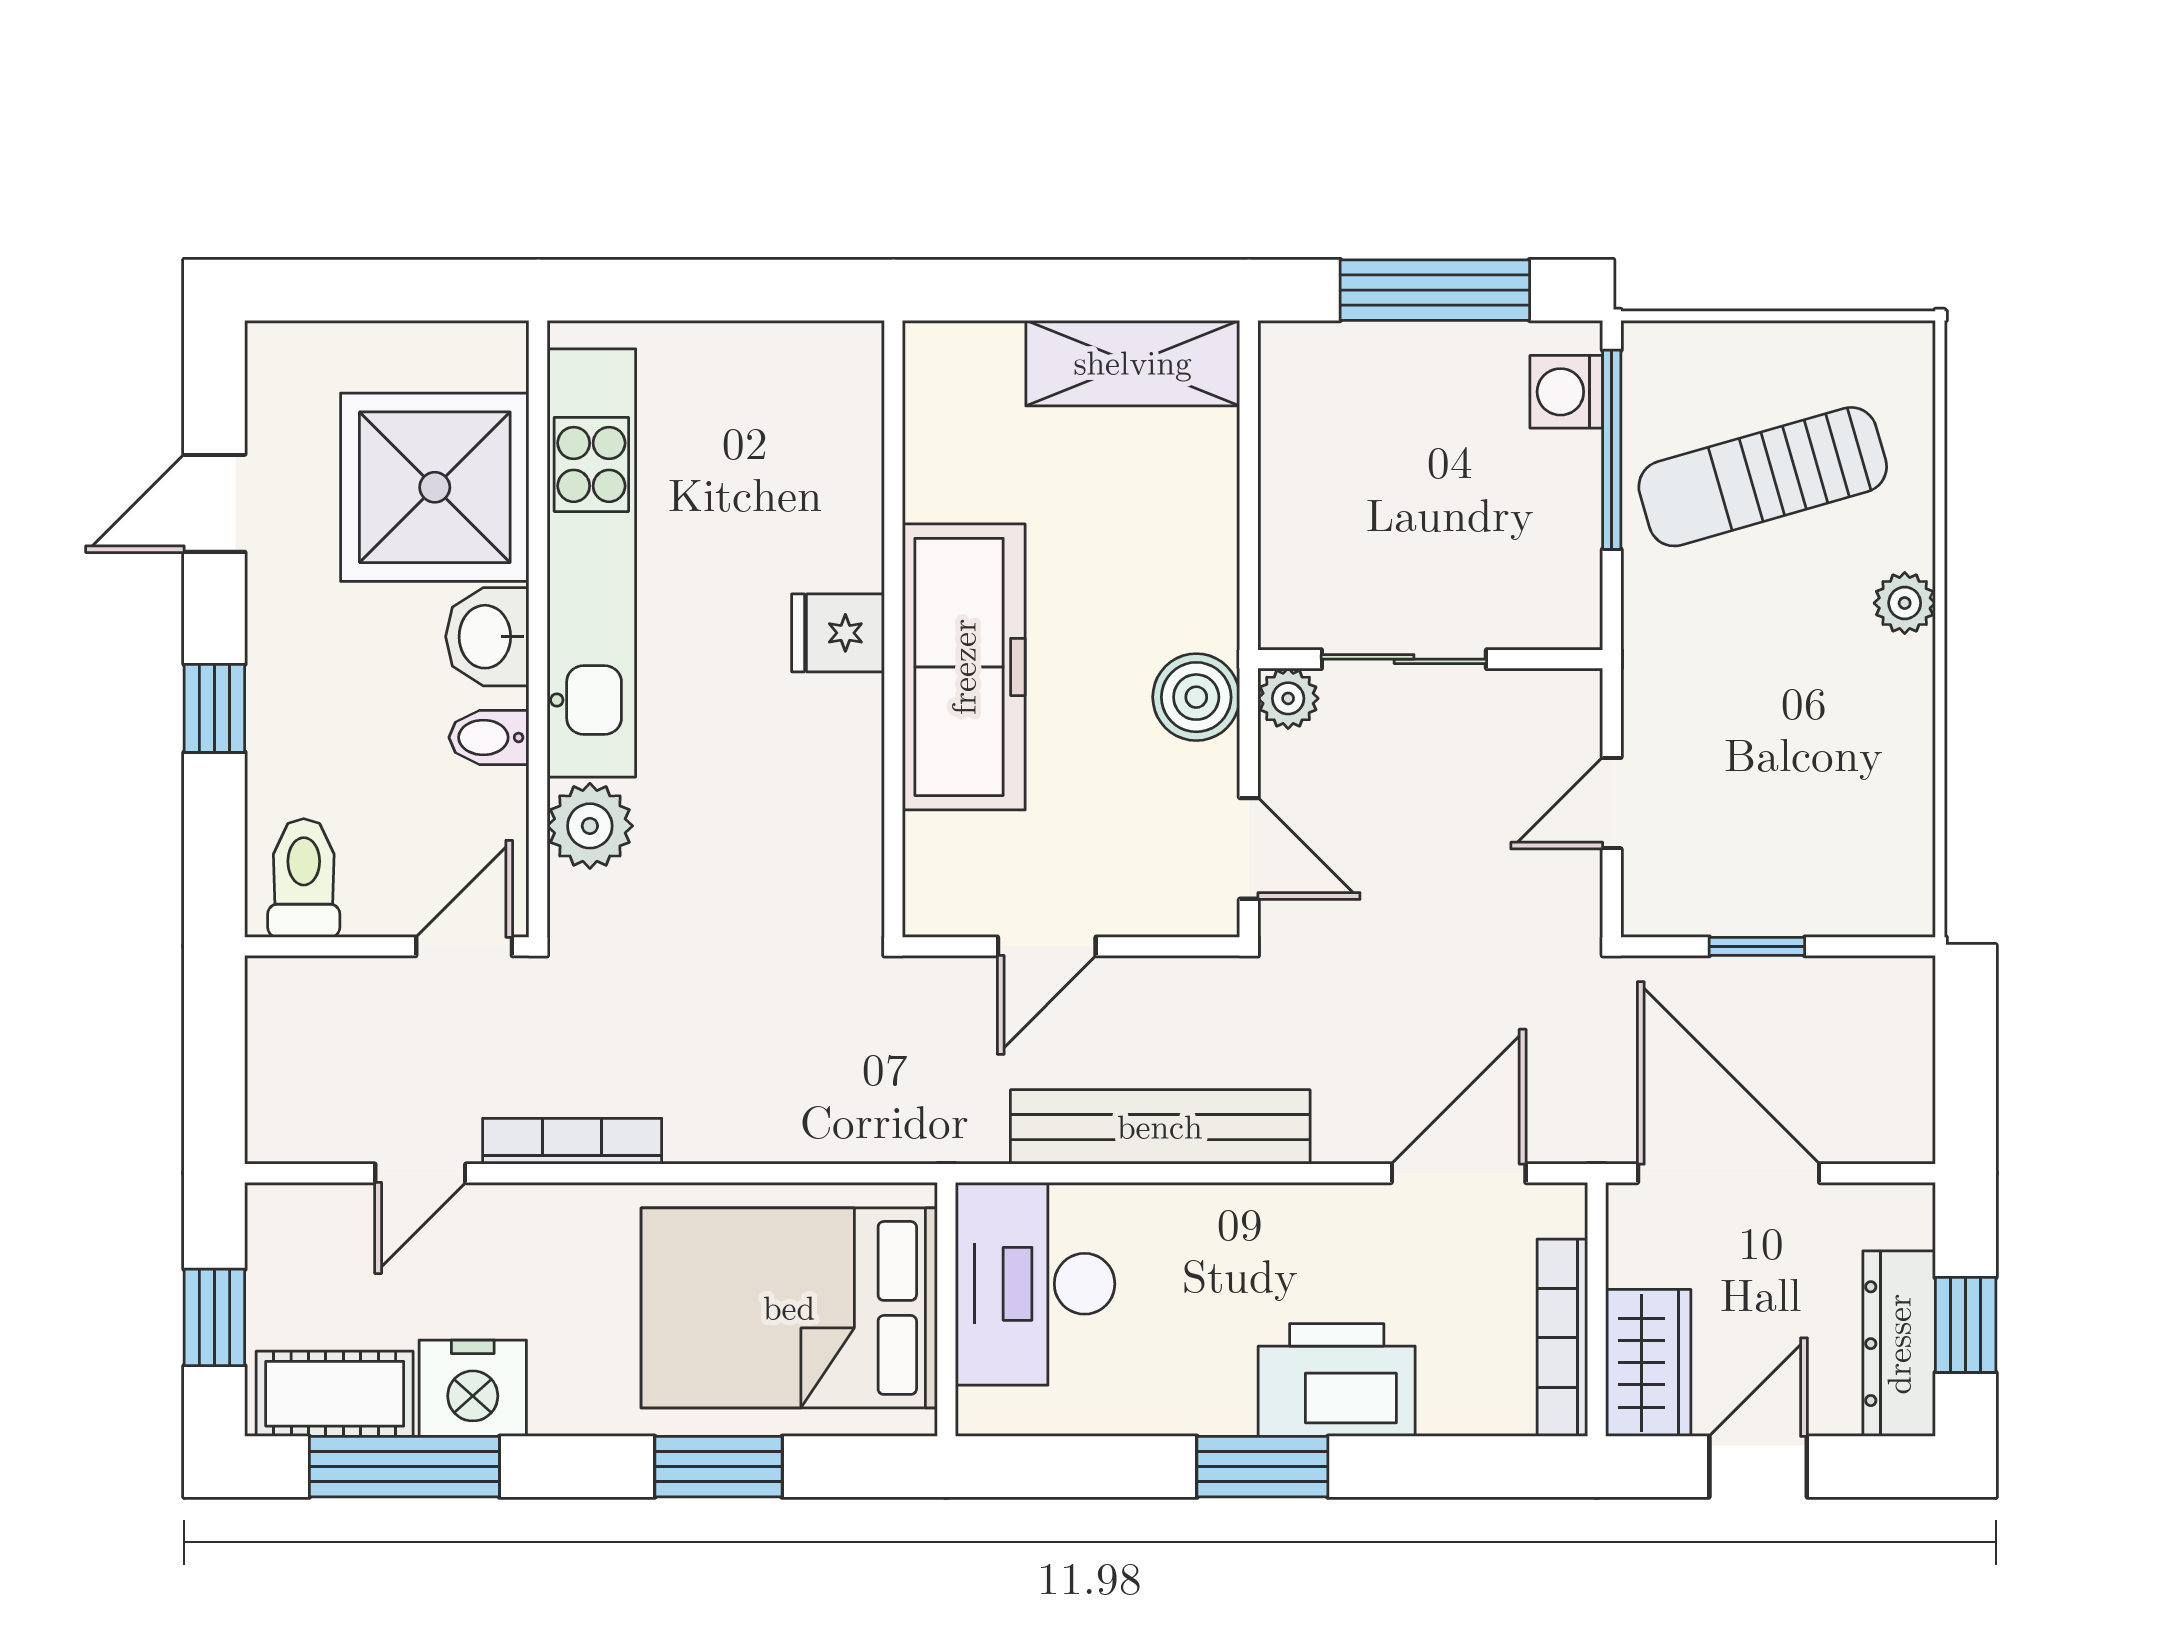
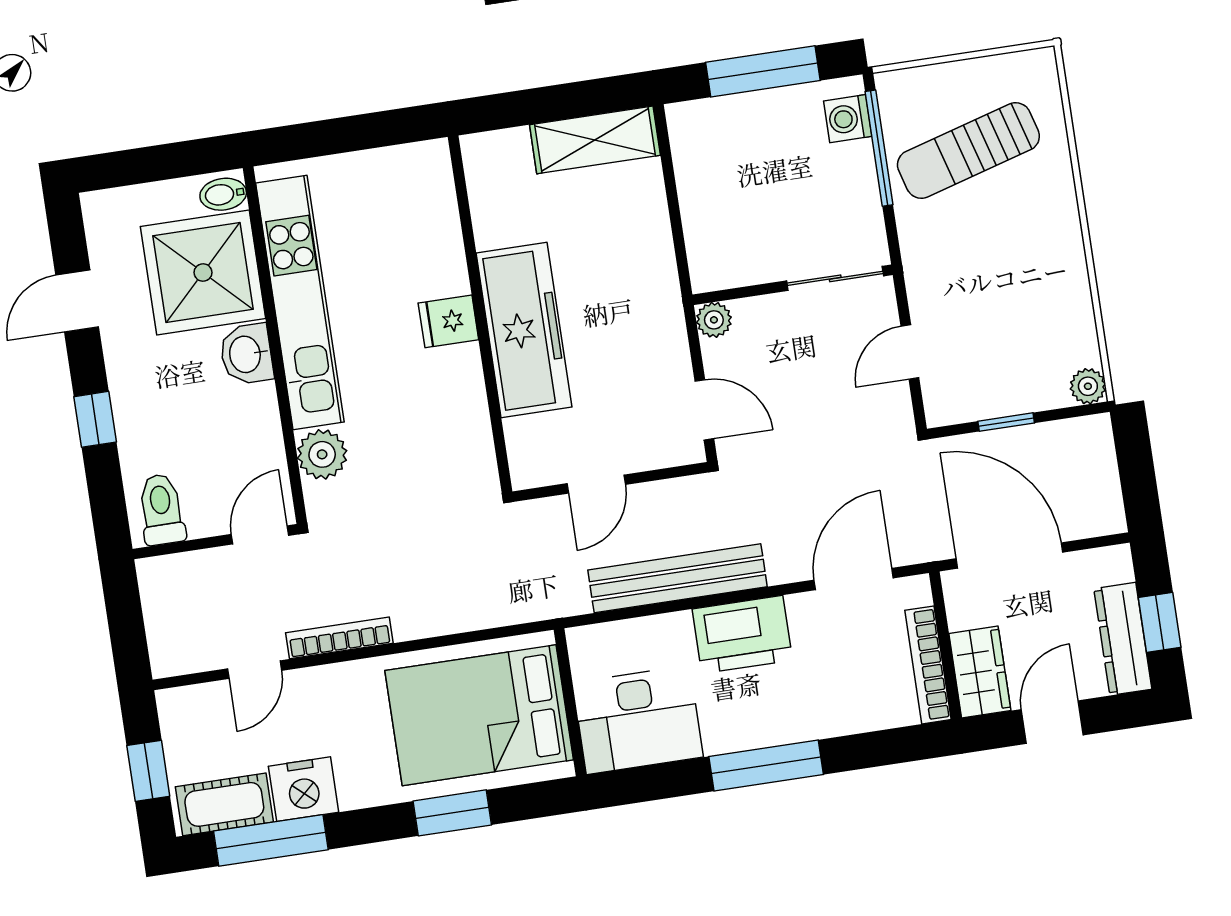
plant: (1905, 603) -> (1088, 386), moved
sliding door: (1404, 659) -> (835, 278), moved
boiler: (1196, 697) -> (661, 327), removed
bidet: (489, 737) -> (223, 194), moved
desk: (1035, 1284) -> (638, 720), moved, turned -90
printer: (1337, 1380) -> (742, 635), moved, turned 180
window: (1262, 1467) -> (766, 765), width x1.44

